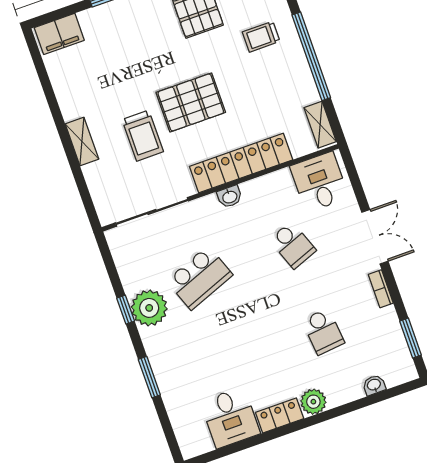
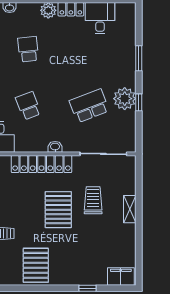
pallet: (191, 102) -> (58, 210), turned 90

